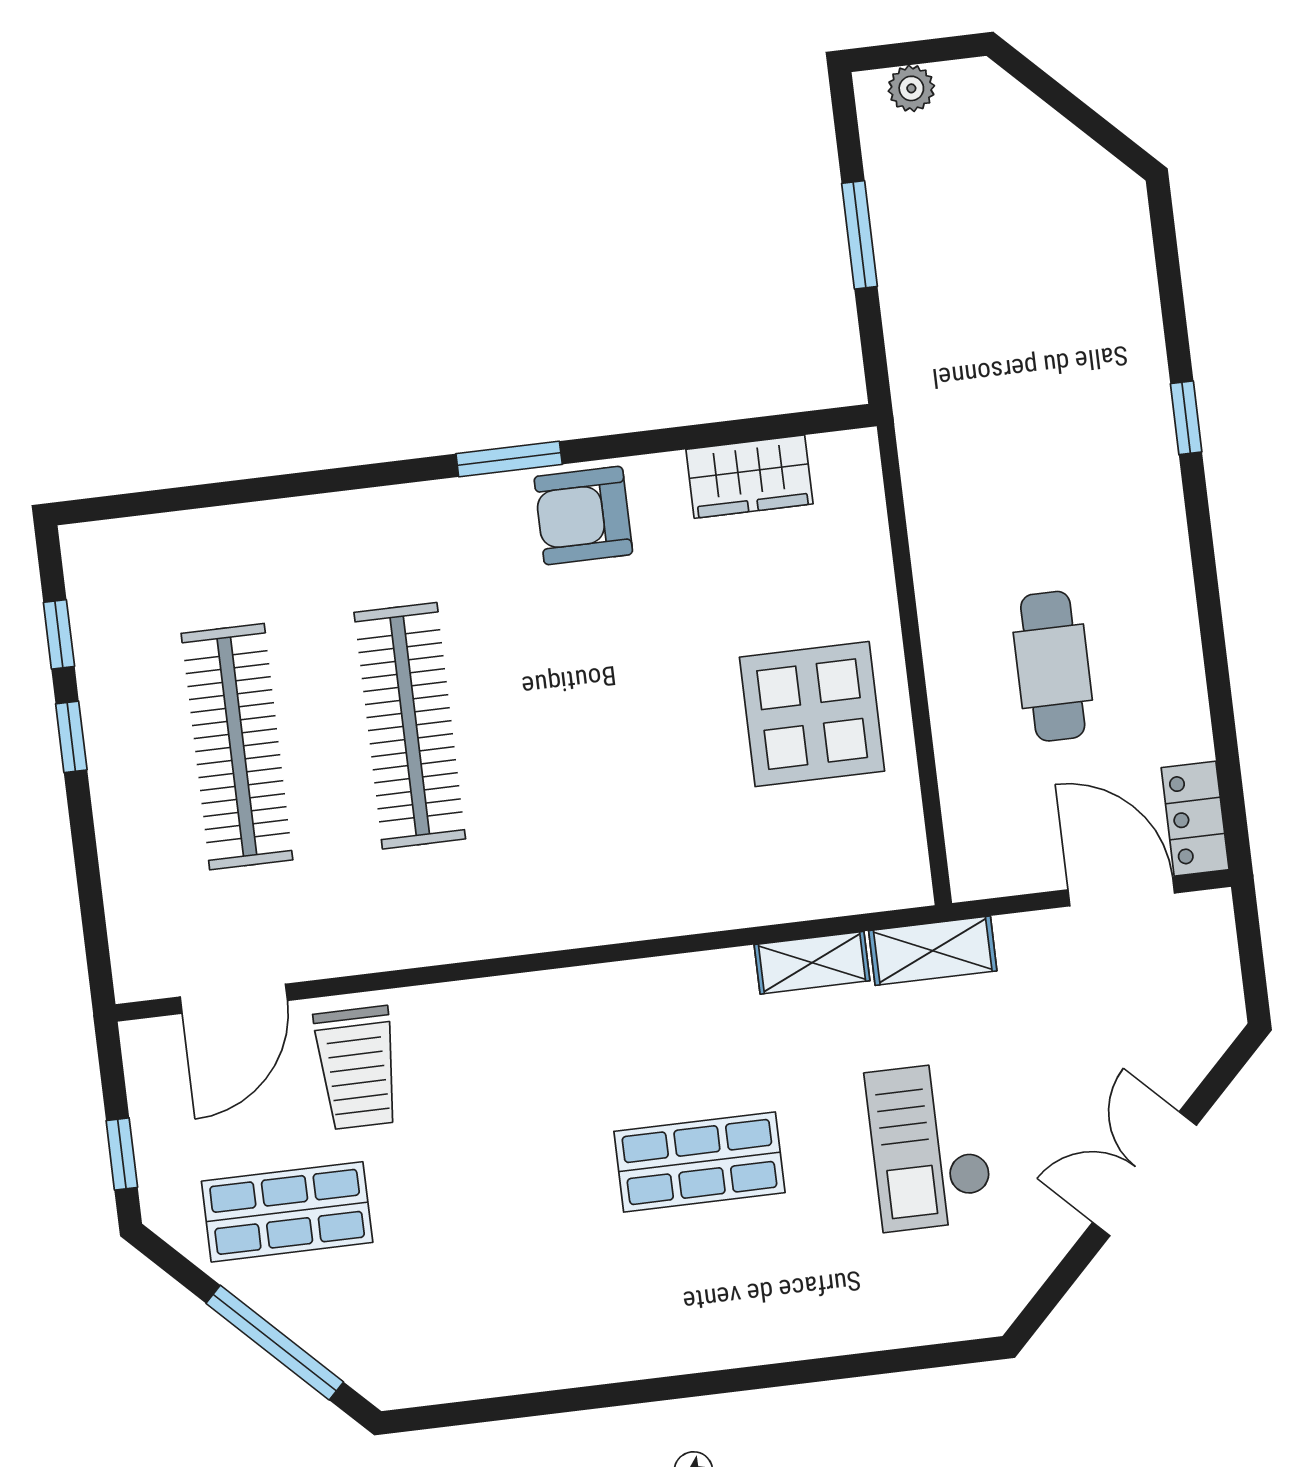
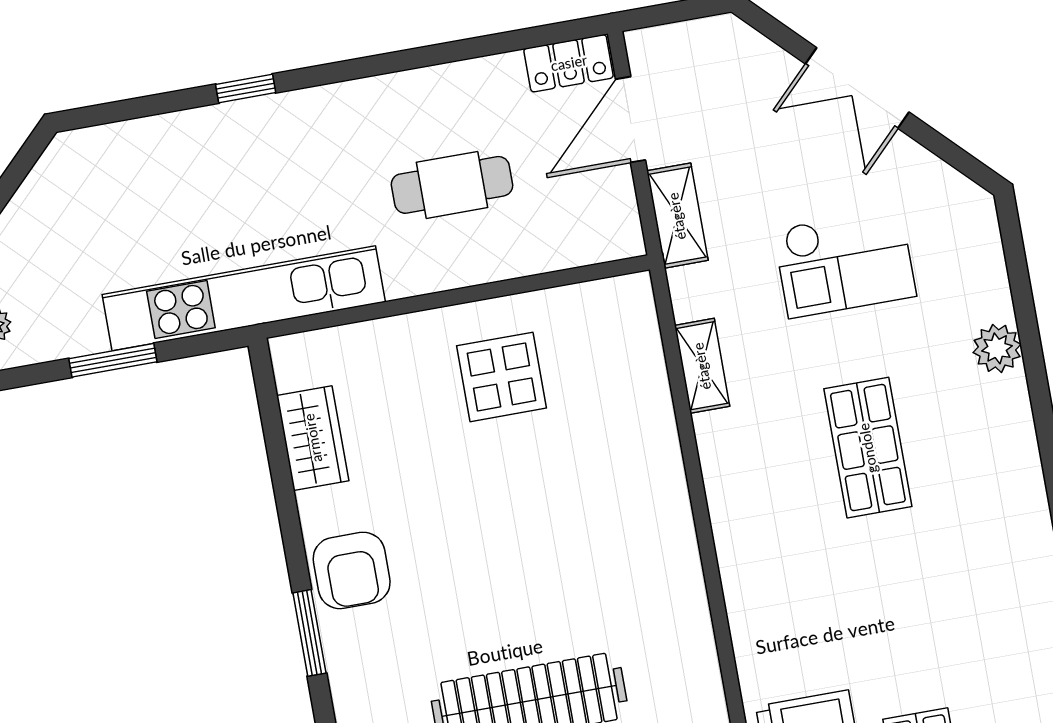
kitchen unit: (927, 401) -> (244, 298), added
display table: (812, 714) -> (501, 377), width x0.73, depth x0.73
shelving: (933, 951) -> (677, 216), moved
plant: (813, 1328) -> (997, 348), added

